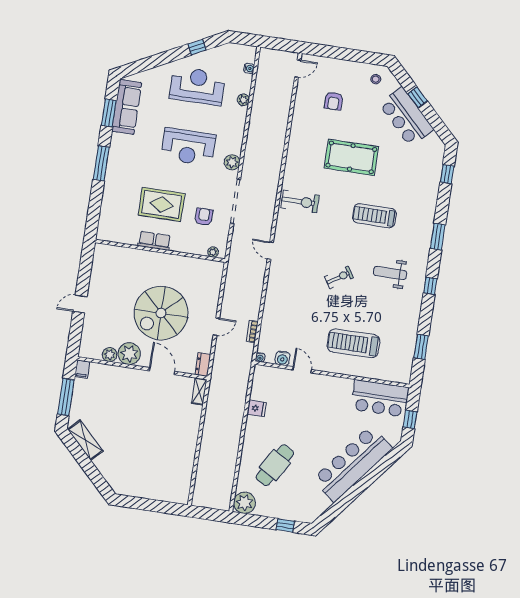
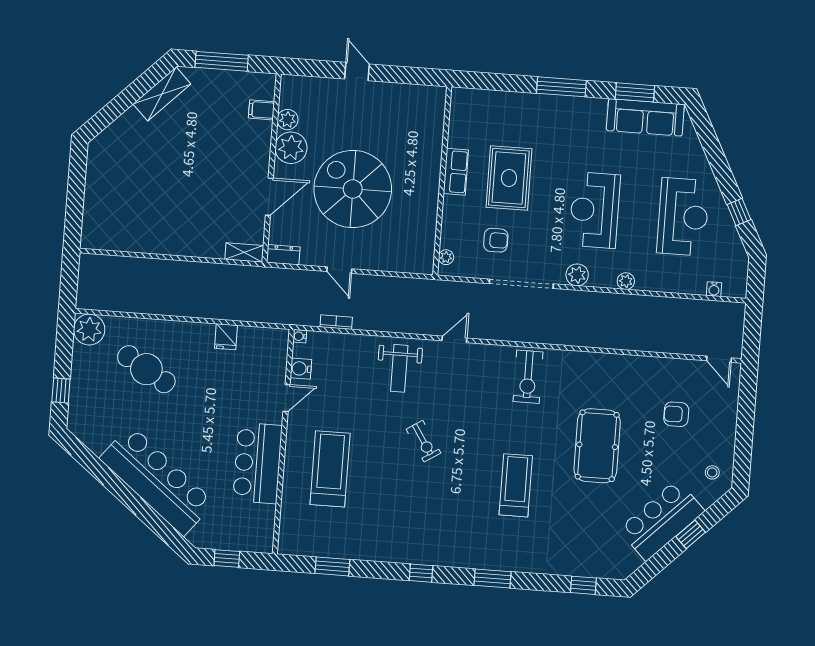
plant: (243, 100) -> (626, 281), moved
weight bench: (390, 273) -> (399, 368), moved, turned 180
filing cabinet: (82, 369) -> (261, 110), moved
bar counter: (380, 398) -> (258, 463), moved

